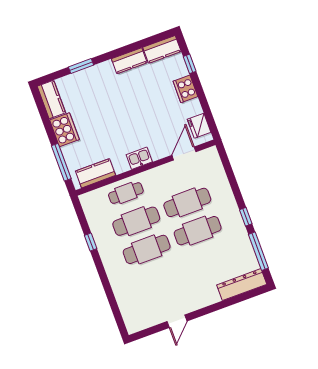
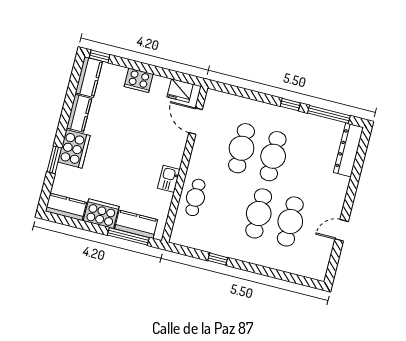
window: (190, 64) -> (100, 56), moved
cooker: (100, 75) -> (74, 149), added
kitchen sink: (139, 158) -> (169, 179), moved
kitchen counter: (96, 173) -> (136, 224), moved, turned 90
cafe table: (136, 221) -> (290, 221), moved
door: (177, 321) -> (342, 230), swing flipped

